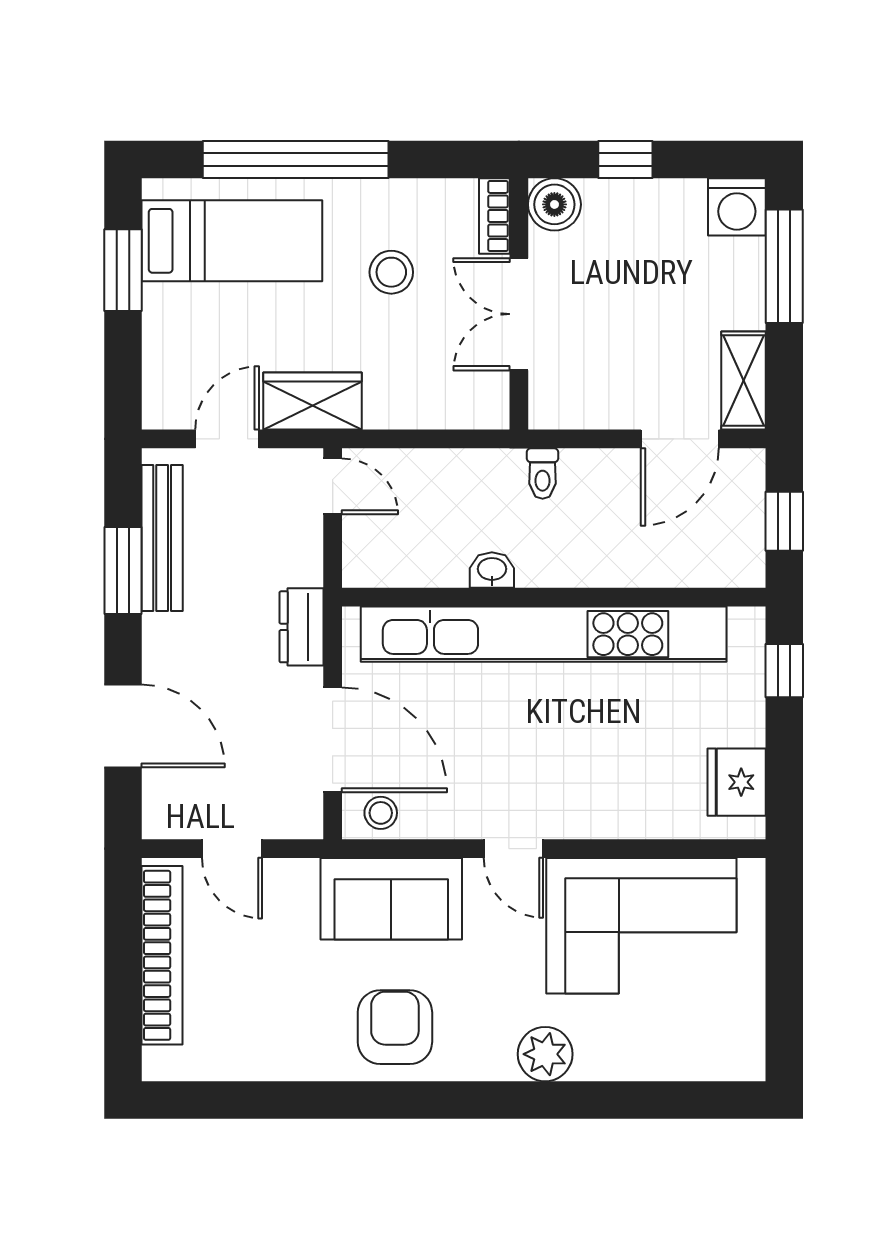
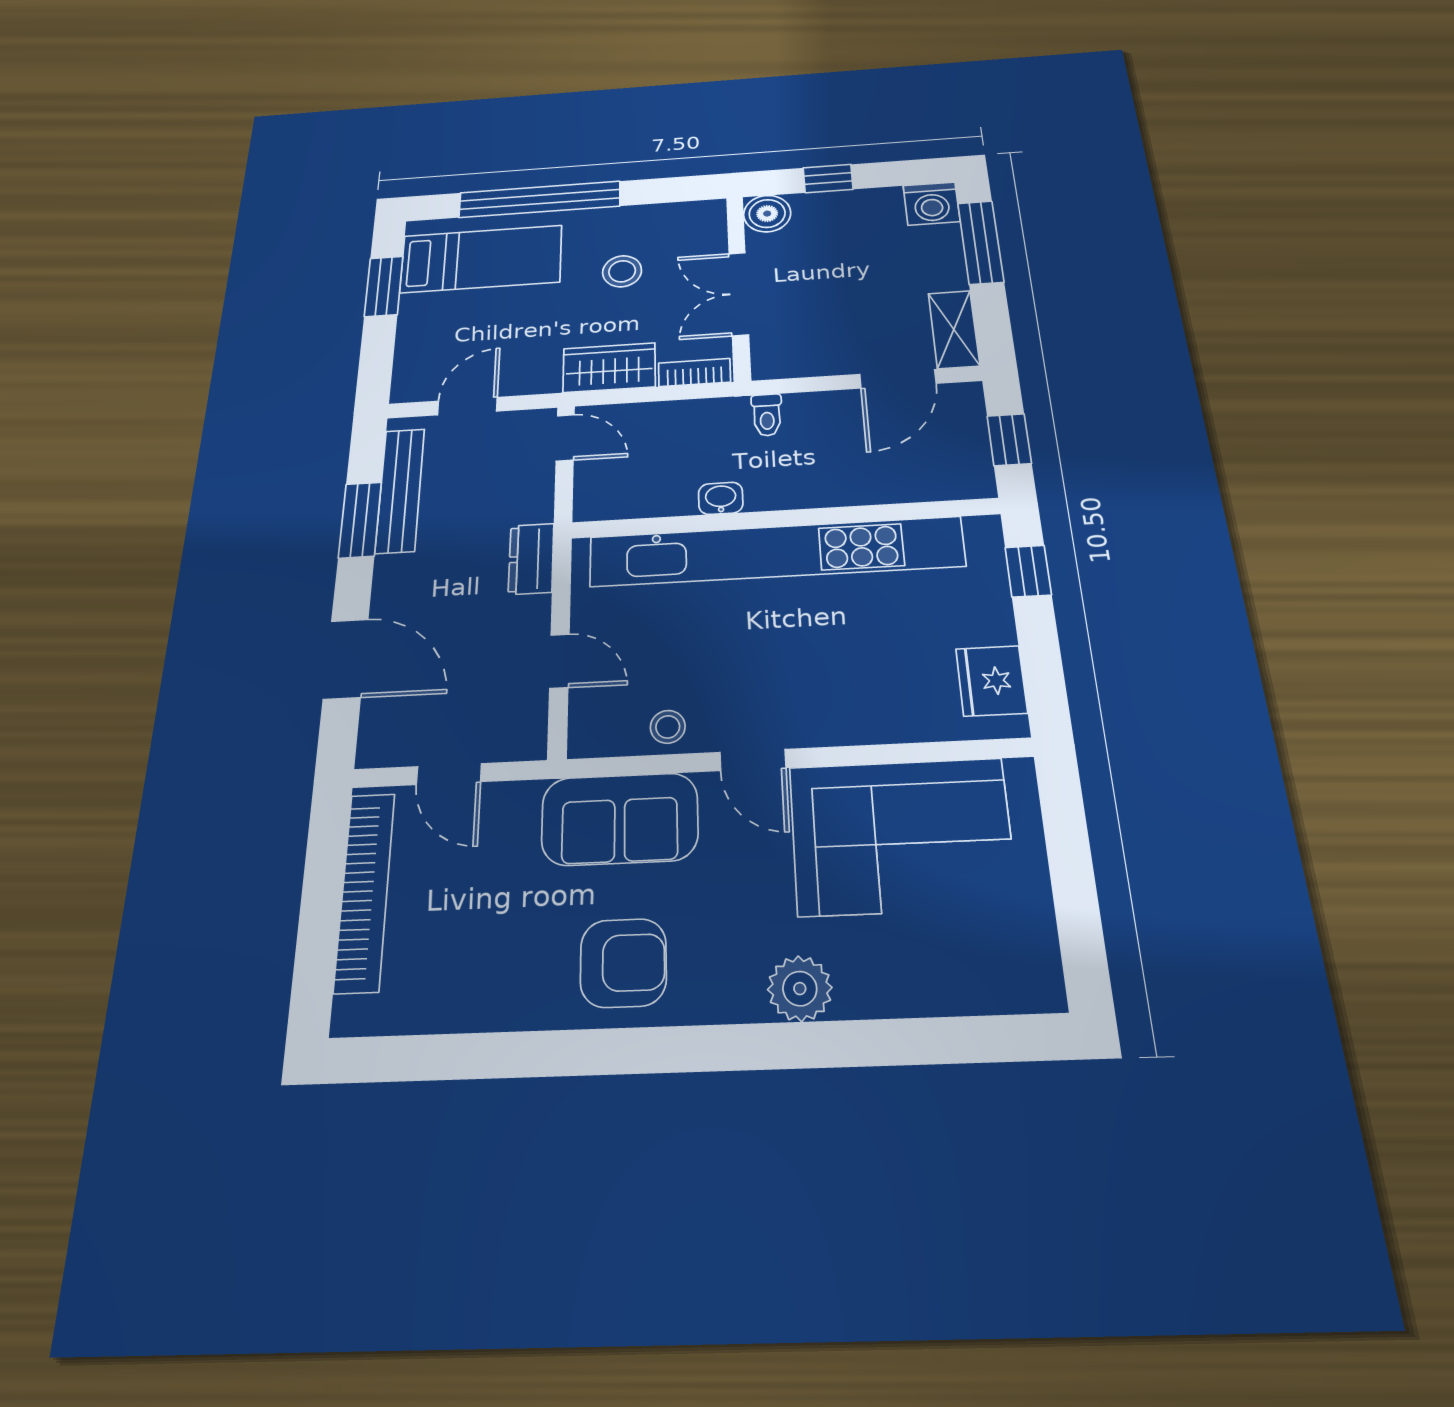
bookcase: (494, 216) -> (694, 373), moved, turned 90
wardrobe: (313, 401) -> (609, 368), moved
door: (333, 740) -> (559, 661), width x0.53
stool: (381, 813) -> (668, 727), moved
armchair: (395, 1027) -> (623, 963), turned 90

